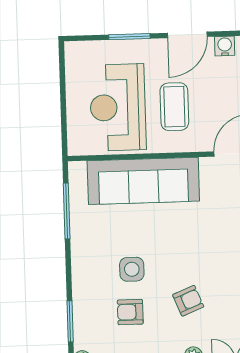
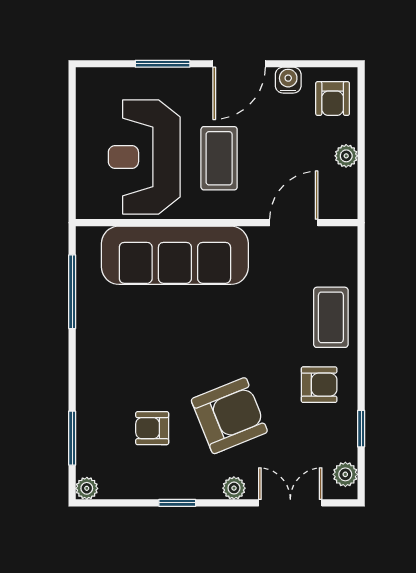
side table: (132, 269) -> (156, 372), removed
armchair: (188, 301) -> (229, 416), width x1.88, depth x1.88

